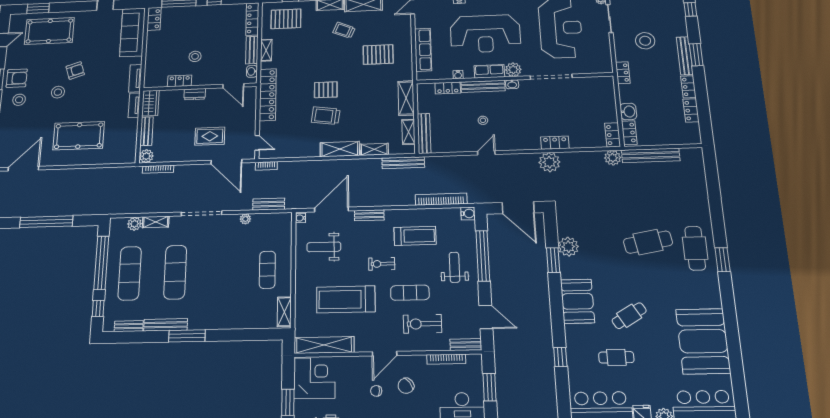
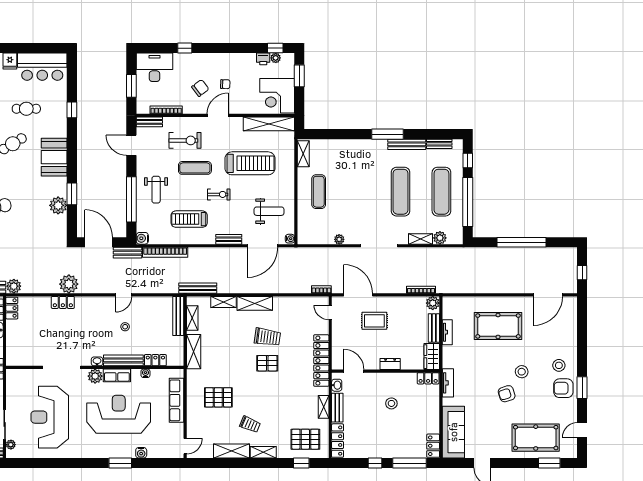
locker: (180, 81) -> (428, 378), moved
tv unit: (134, 105) -> (447, 332), moved
bench: (269, 204) -> (128, 253), moved

